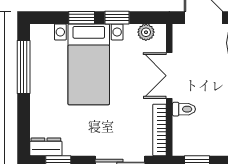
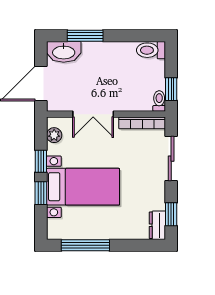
toilet: (184, 109) -> (159, 101), moved

